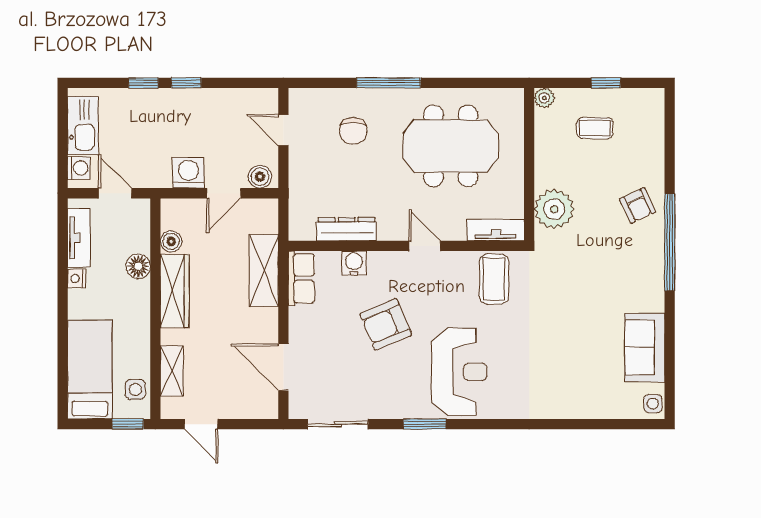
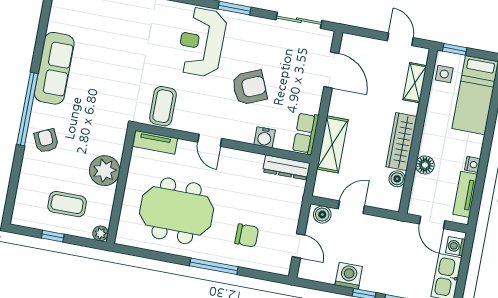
coffee table: (595, 128) -> (67, 204), width x1.36, depth x1.30
chair: (353, 131) -> (247, 235), turned 90
washing machine: (188, 173) -> (349, 276), moved, turned 180
plant: (554, 209) -> (105, 171), moved
dresser: (347, 229) -> (286, 167), moved
sofa: (645, 347) -> (54, 68), moved, width x1.36

